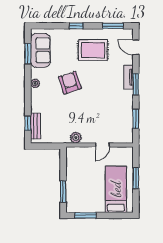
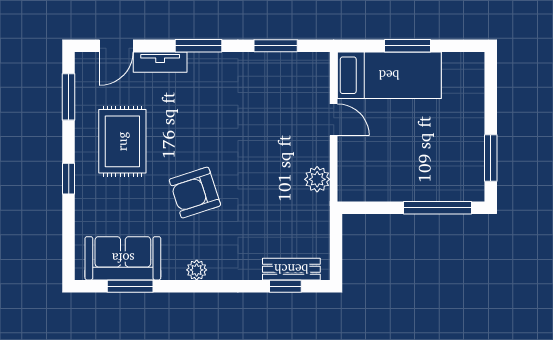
tv unit: (128, 77) -> (160, 62), moved
bed: (116, 189) -> (389, 75), moved, turned 180
window: (63, 192) -> (438, 208), width x1.44

